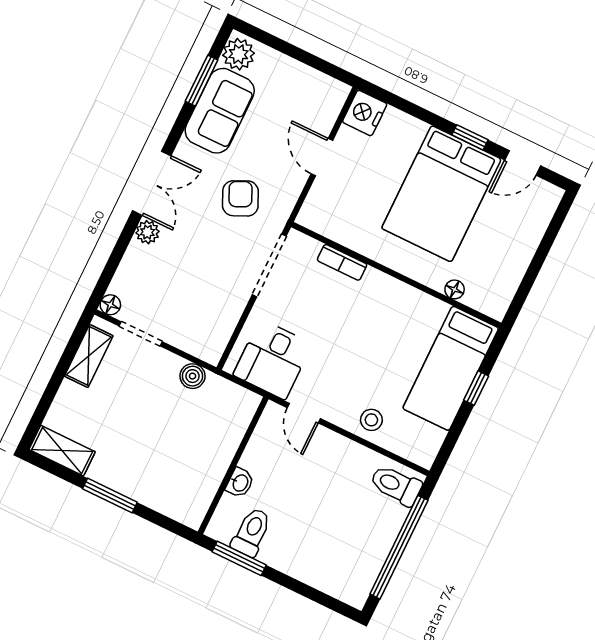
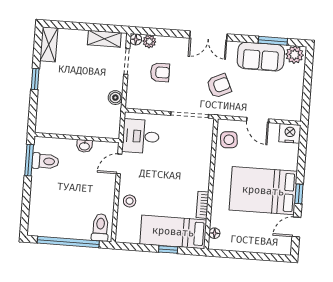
door: (322, 157) -> (258, 120), swing flipped
door: (523, 163) -> (296, 227), hinge flipped
side table: (335, 217) -> (229, 140), added
plant: (147, 232) -> (149, 41), moved
bookcase: (342, 262) -> (203, 205), moved
armchair: (180, 286) -> (160, 72), added
floor lamp: (455, 289) -> (214, 233), moved
washbasin: (240, 483) -> (84, 146), moved
window: (110, 496) -> (35, 79), width x0.67

